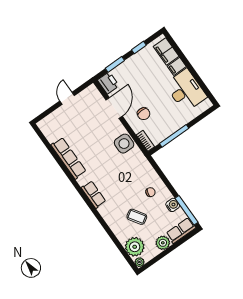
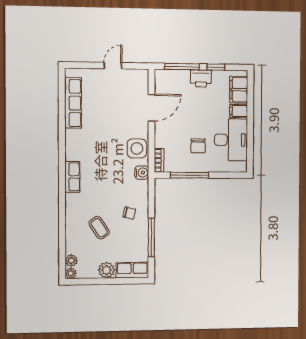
window: (115, 64) -> (182, 67), width x1.44
printer: (108, 83) -> (201, 78), moved, turned 90
chair: (144, 114) -> (198, 146), moved
row of seats: (69, 158) -> (73, 103), moved
water cooler: (173, 205) -> (142, 173), moved
window: (187, 210) -> (151, 237), moved
plant: (135, 247) -> (71, 261), width x0.53, depth x0.53

